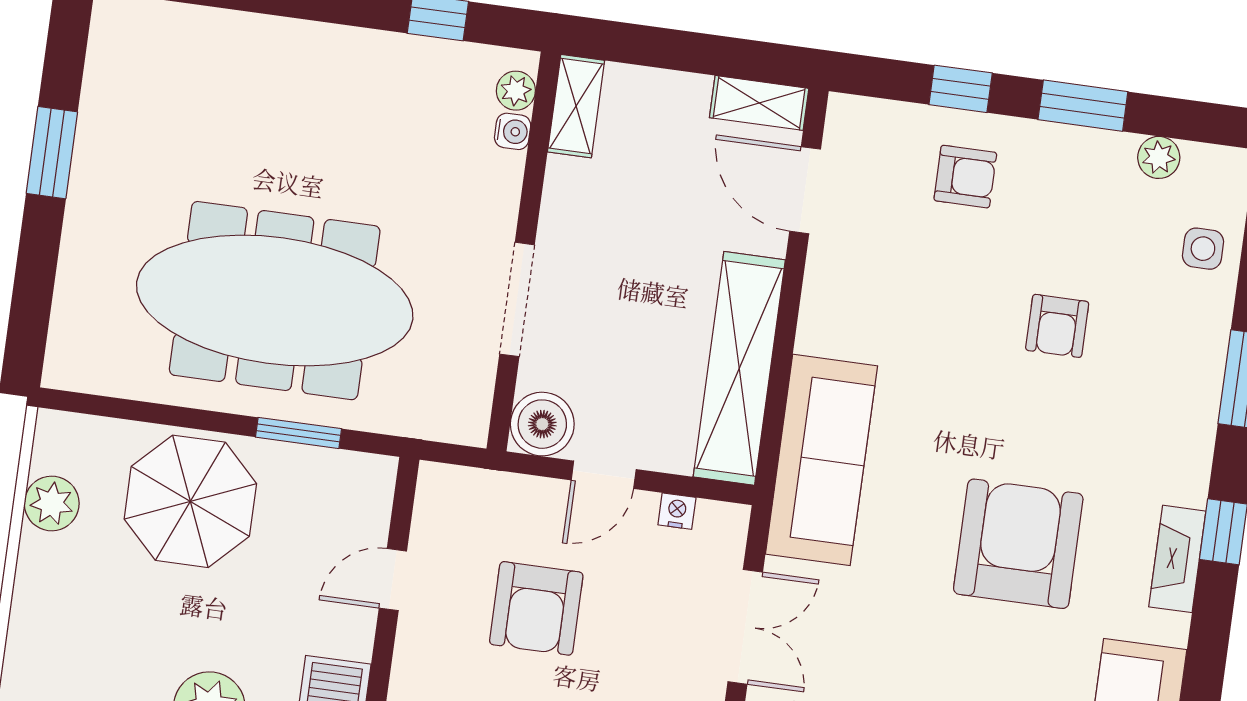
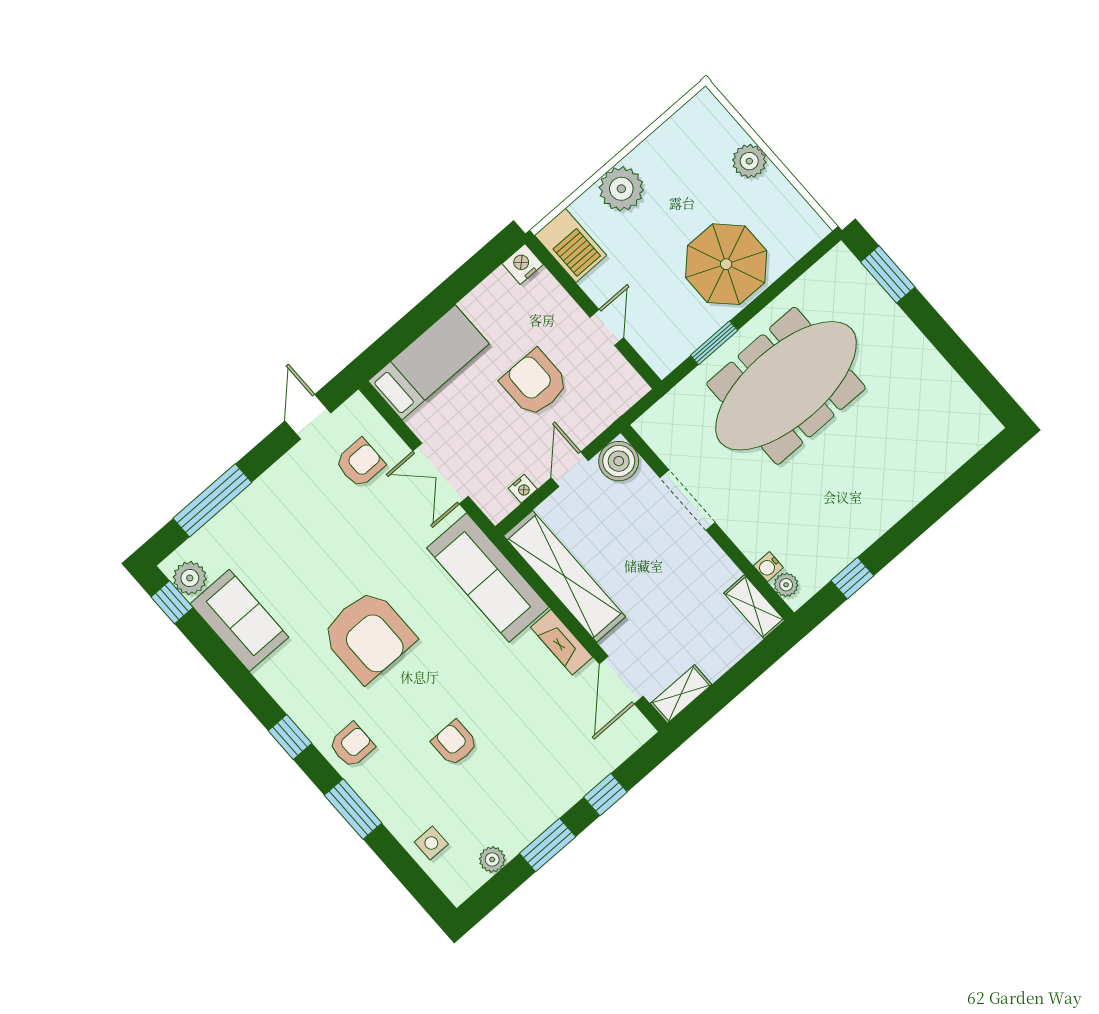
window: (52, 153) -> (888, 274), moved
armchair: (965, 177) -> (352, 745), moved, turned 180
door: (805, 190) -> (621, 680), swing flipped
plant: (52, 503) -> (749, 161), moved
fireplace: (1177, 559) -> (562, 642), moved, turned 180

